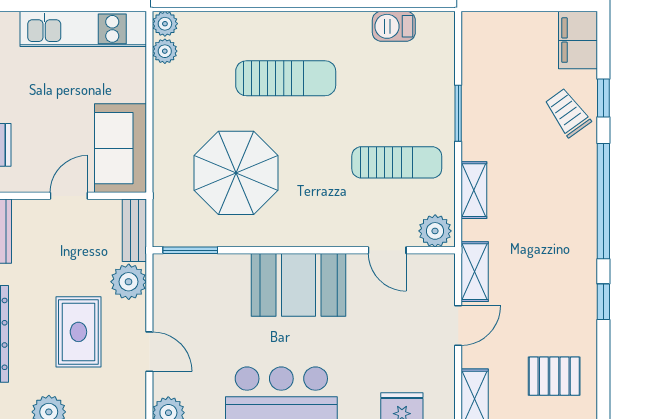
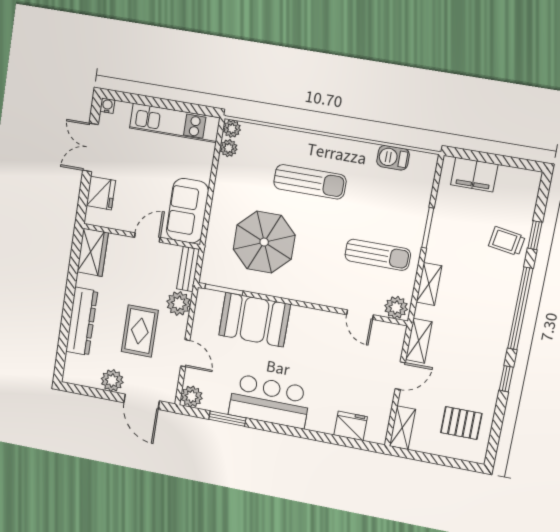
filing cabinet: (578, 40) -> (474, 175), moved, turned -90
trolley: (568, 113) -> (507, 241), turned -45
booth: (299, 285) -> (255, 320), moved

